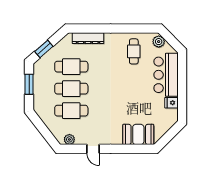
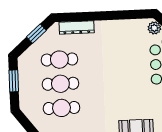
window: (44, 49) -> (36, 34), moved
cafe table: (134, 51) -> (127, 40), removed

